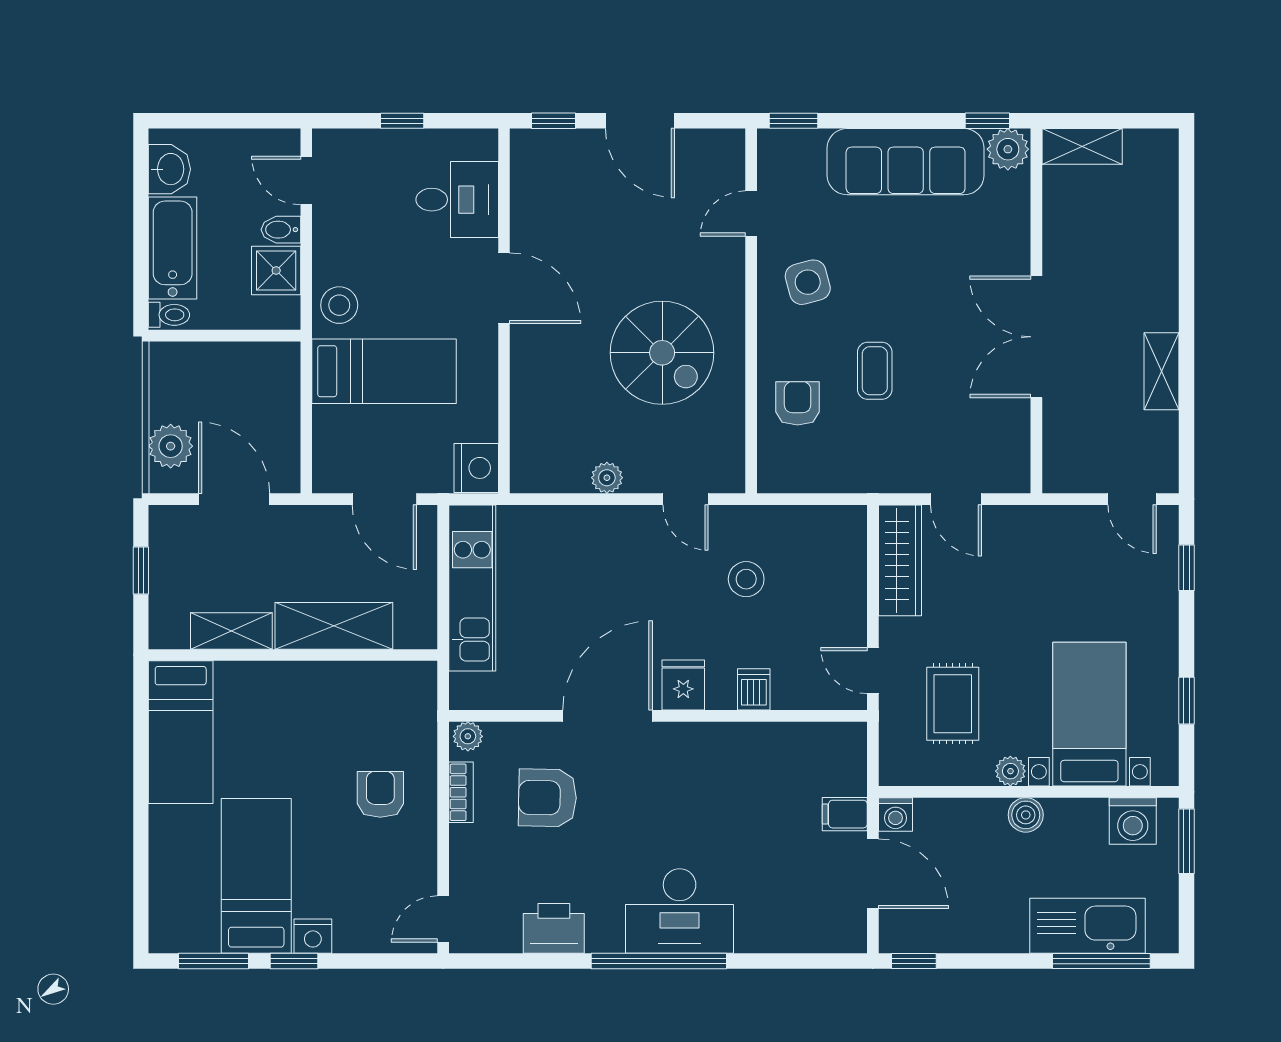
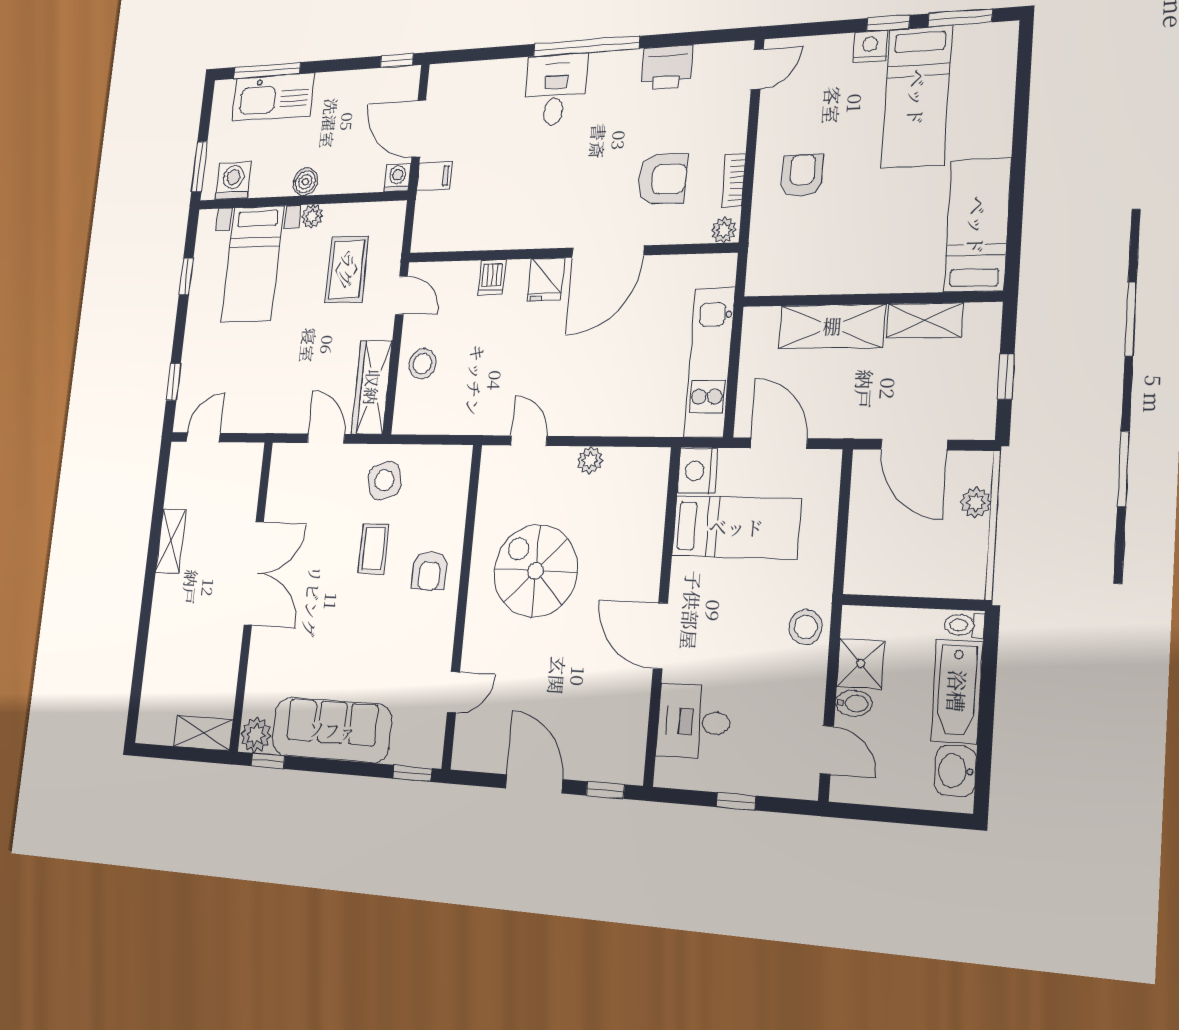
side table: (808, 282) -> (384, 480), moved
bed: (384, 371) -> (736, 527), moved, turned 180
armchair: (798, 403) -> (430, 571), moved
plant: (171, 446) -> (976, 502), width x0.73, depth x0.73
door: (1132, 499) -> (203, 437), hinge flipped
stool: (746, 579) -> (422, 364), moved
armchair: (380, 794) -> (802, 175), turned 180
desk: (680, 911) -> (555, 90), width x0.73

